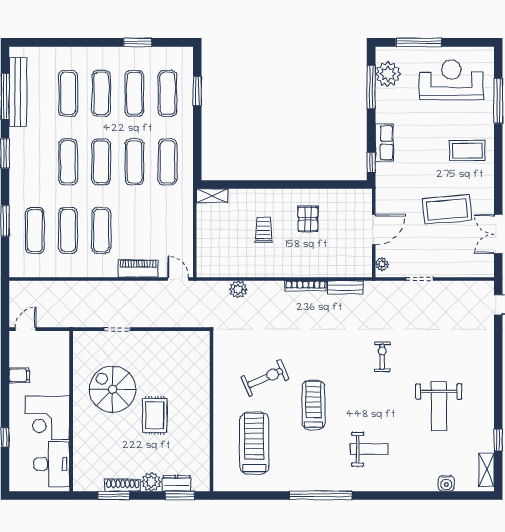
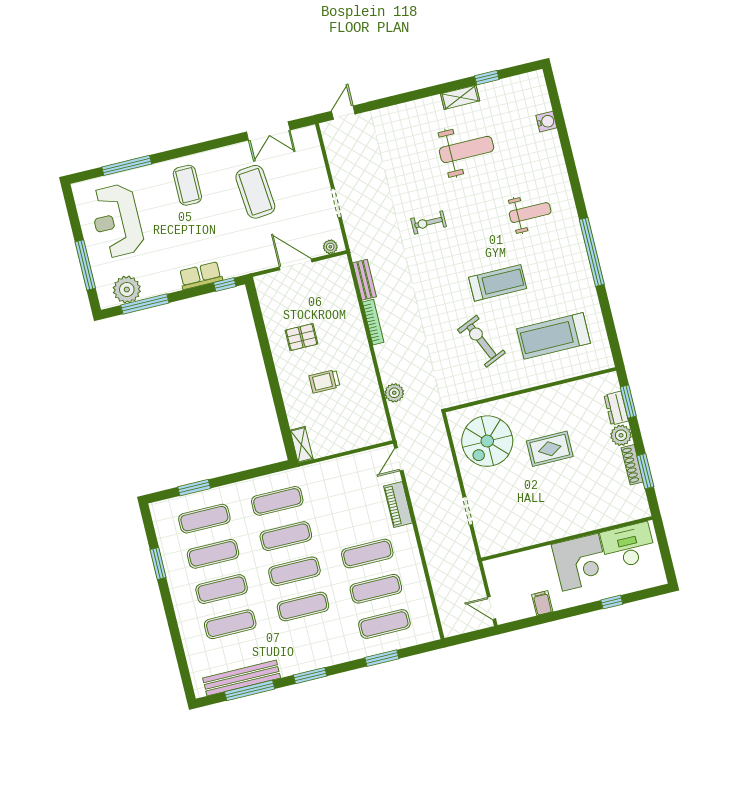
spiral stairs: (113, 389) -> (487, 441), moved
treadmill: (314, 405) -> (498, 283), turned 180
weight bench: (369, 449) -> (530, 213), turned 90
shelving: (487, 470) -> (460, 97), moved

